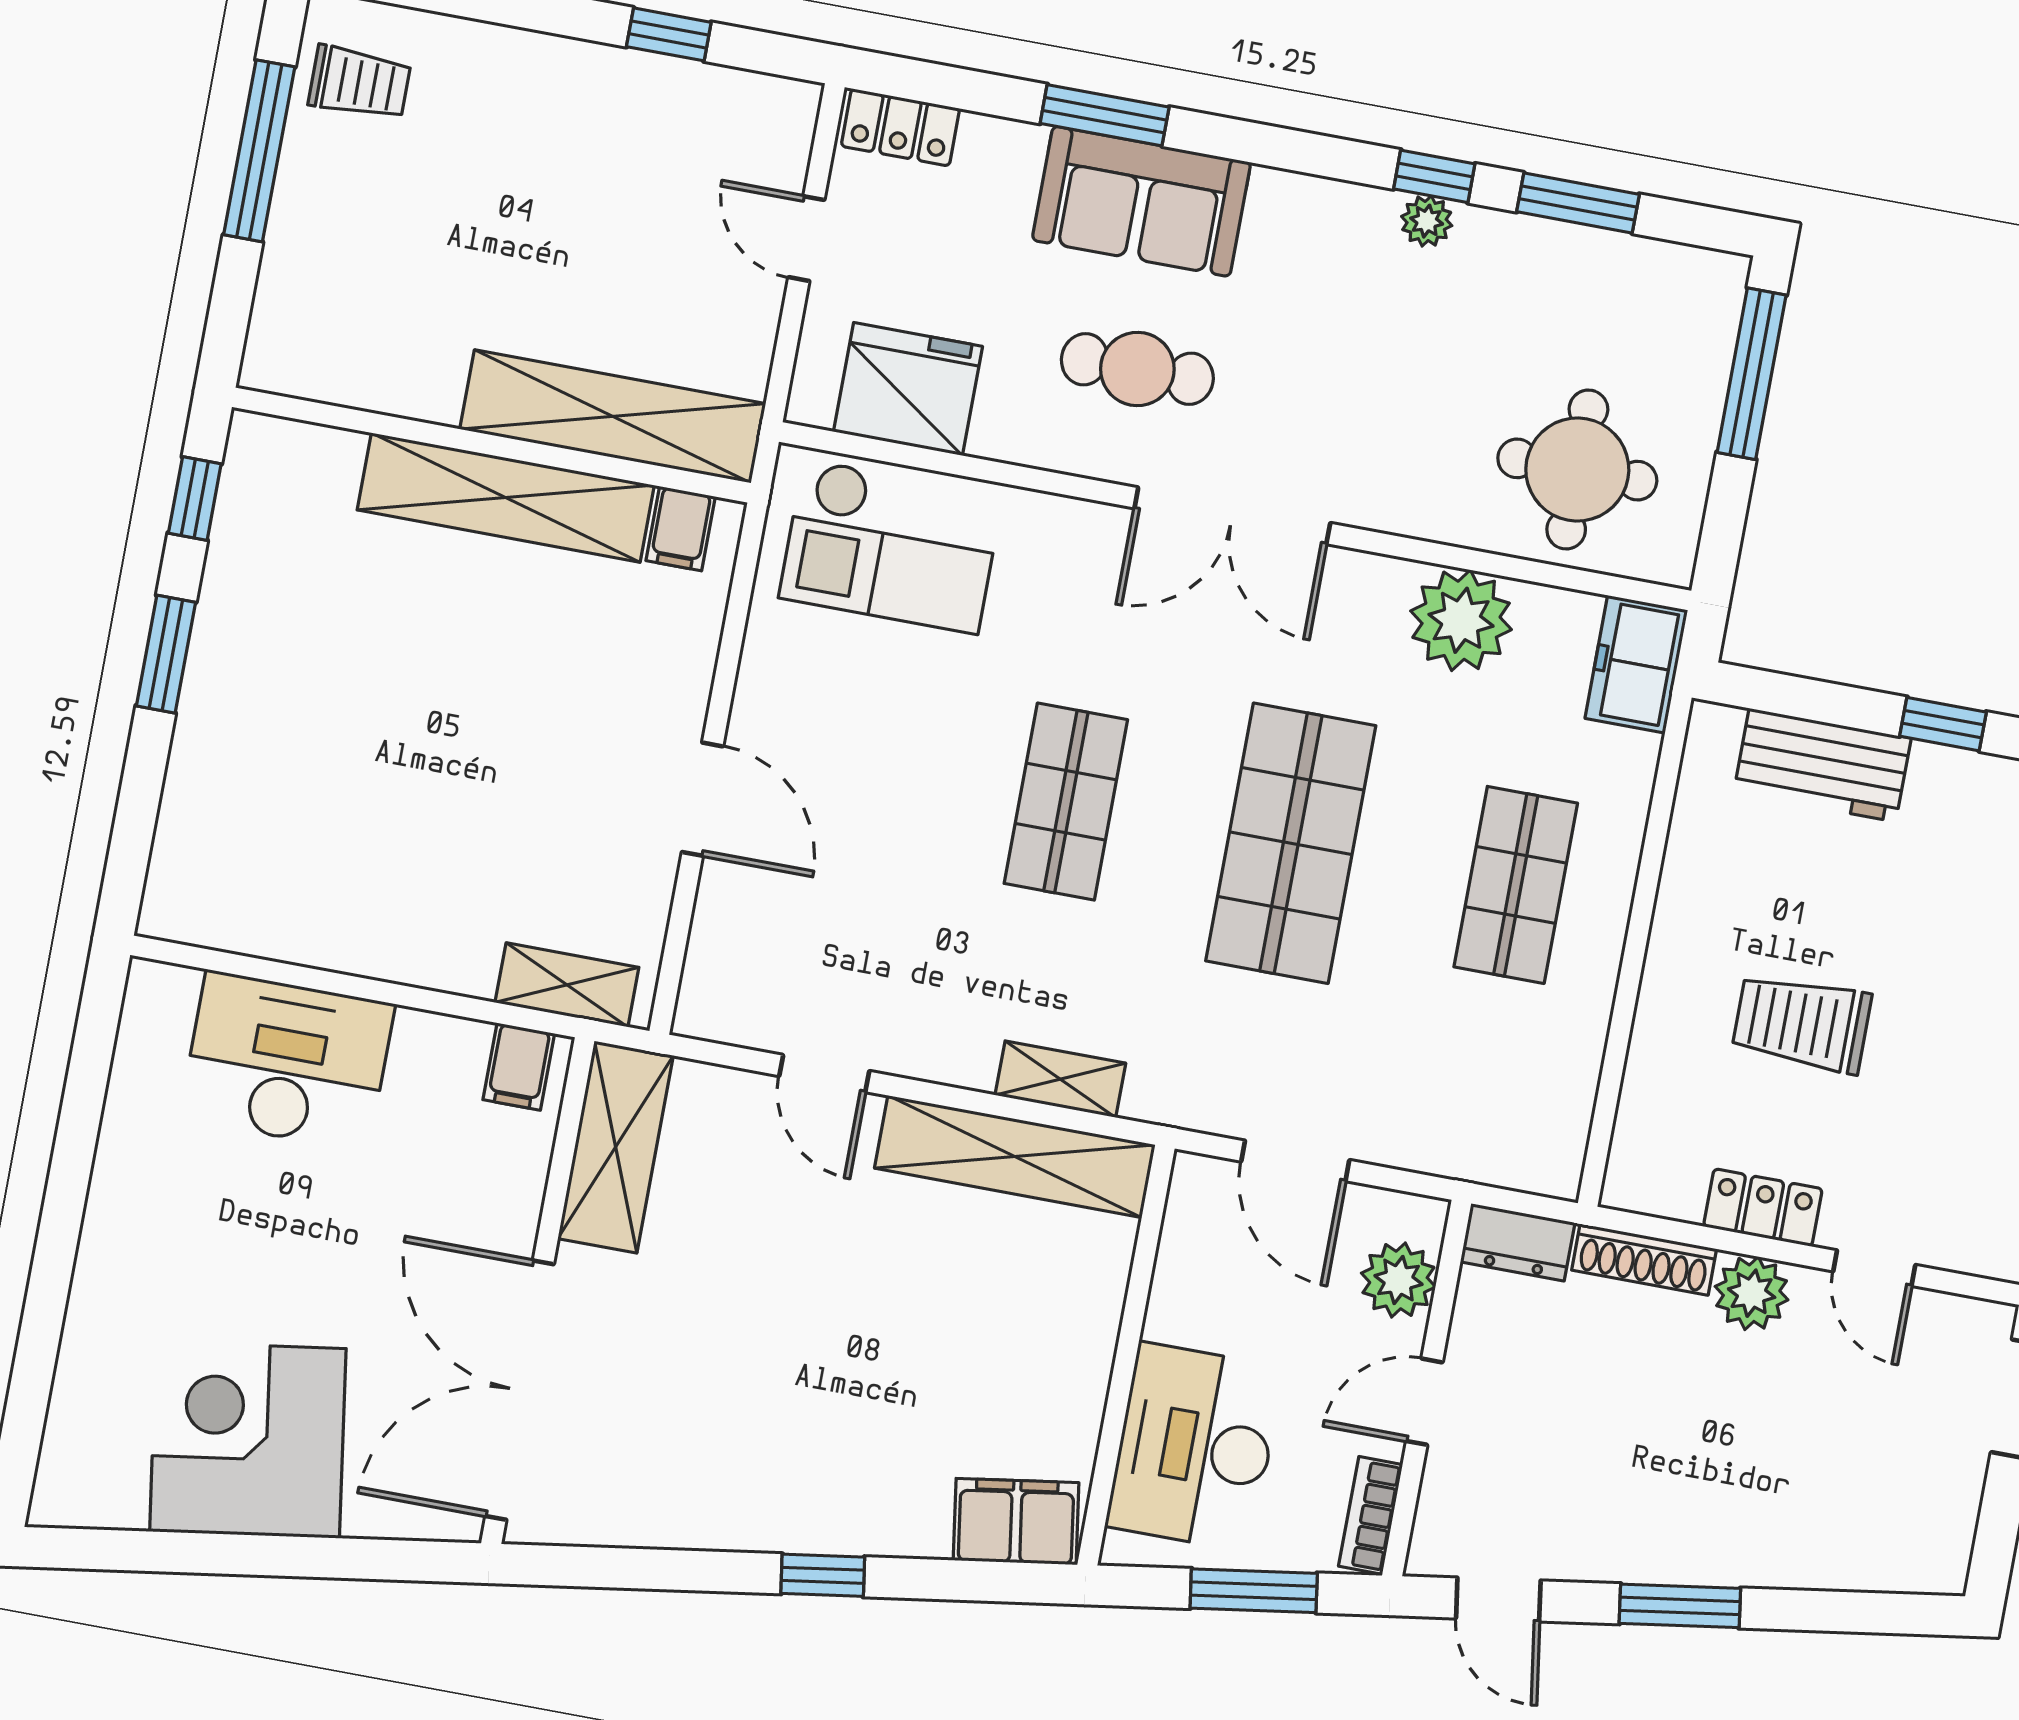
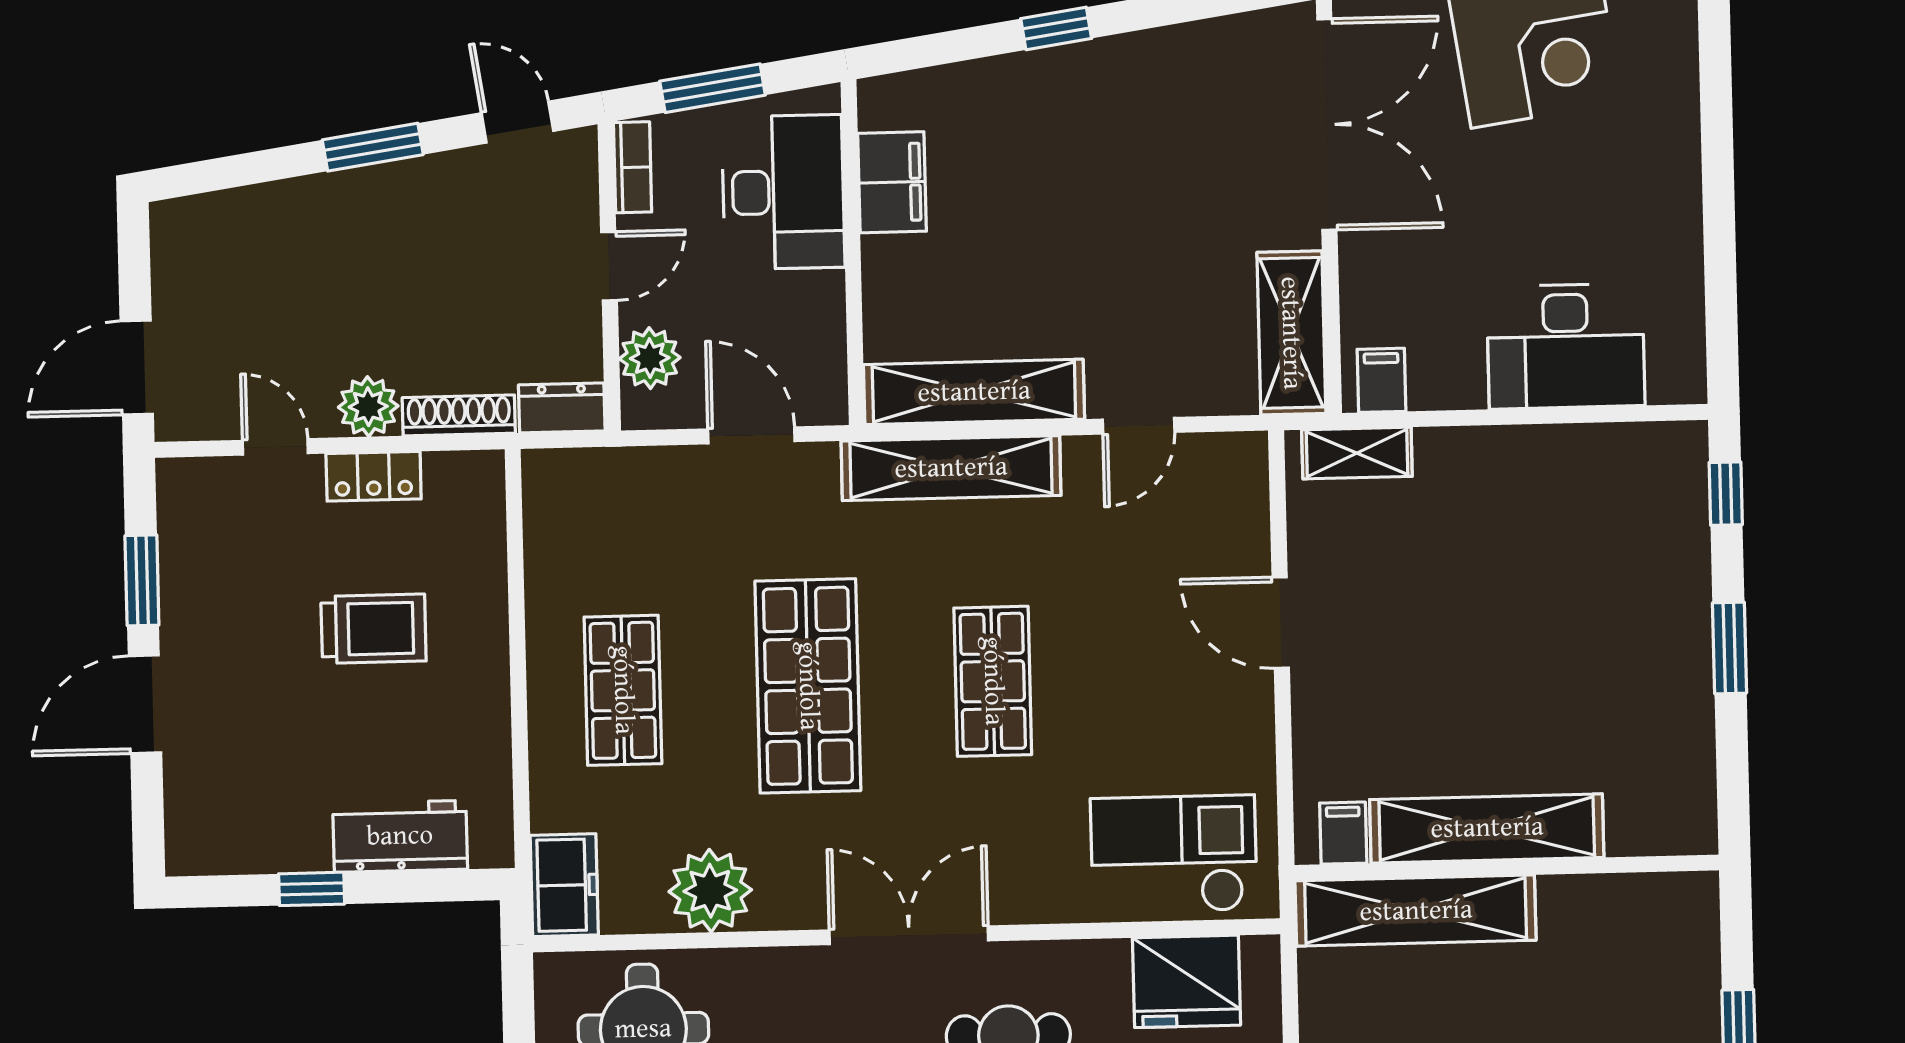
window: (195, 498) -> (1726, 494), moved
door: (824, 1074) -> (1139, 426), swing flipped
shelving: (1060, 1079) -> (951, 468), width x2.20, depth x1.33
filing cabinet: (1016, 1522) -> (892, 182), moved, turned -82

